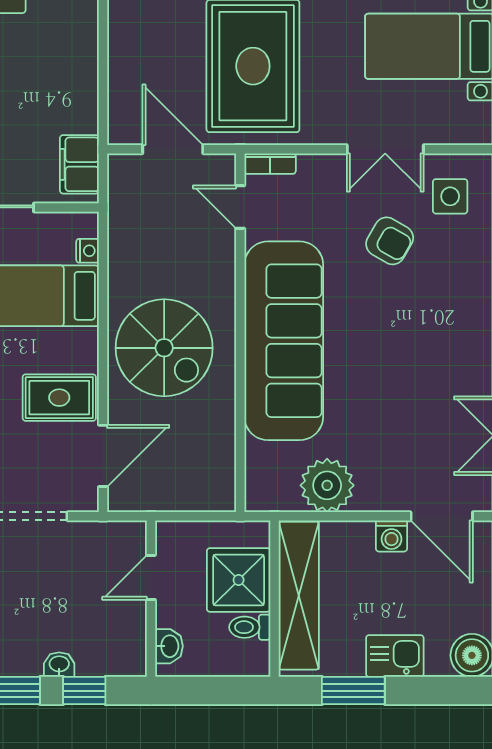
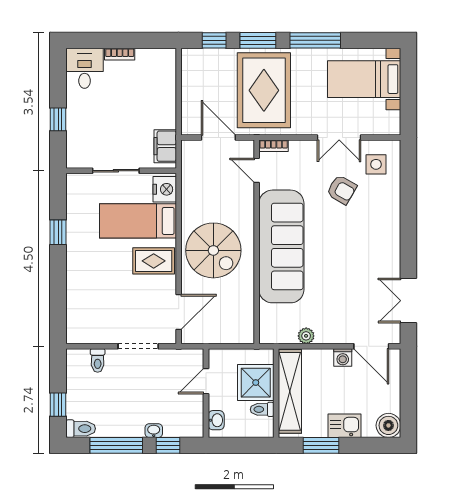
nightstand: (88, 251) -> (165, 189), width x1.89, depth x1.79
rug: (59, 398) -> (154, 261), moved
plant: (327, 485) -> (306, 336), width x0.53, depth x0.53

